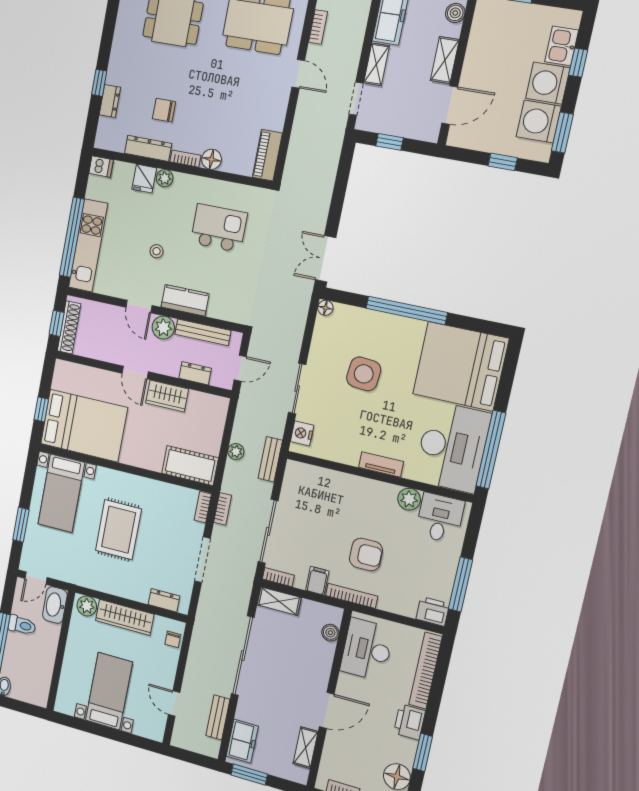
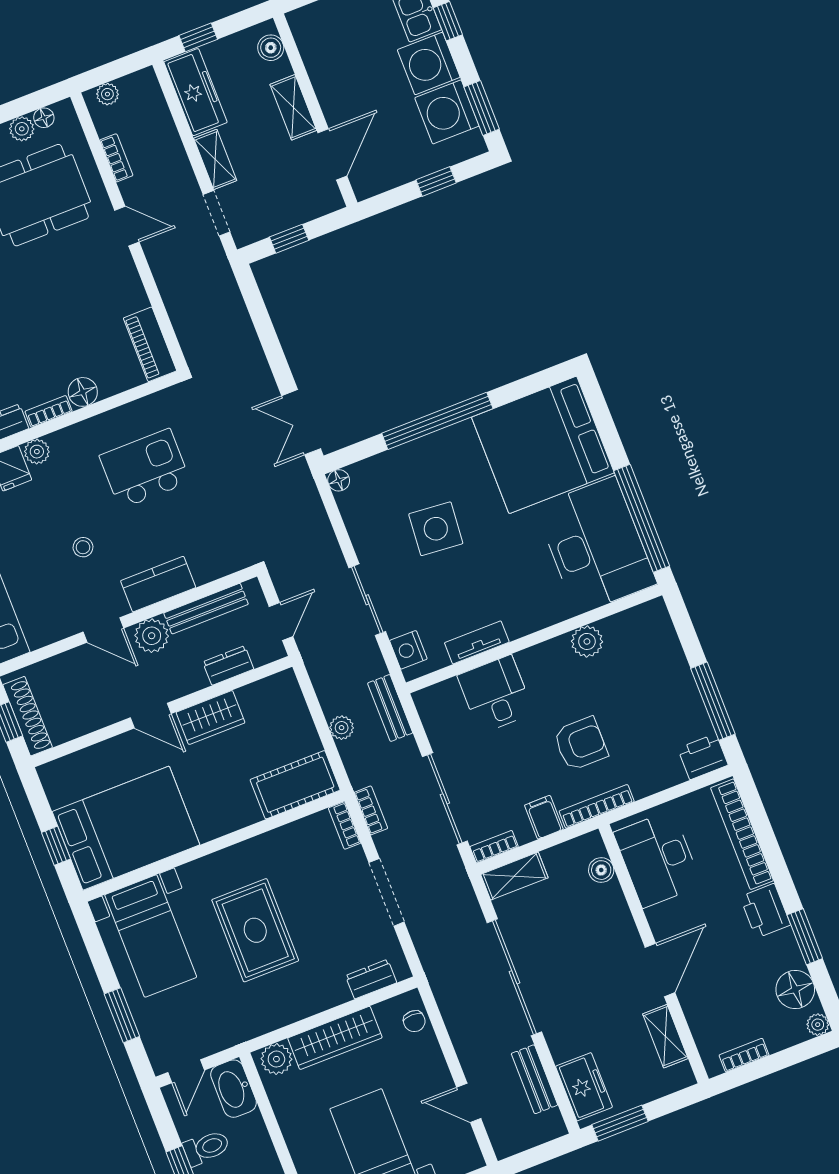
tv unit: (381, 464) -> (477, 642), moved
desk: (440, 518) -> (496, 694), moved

